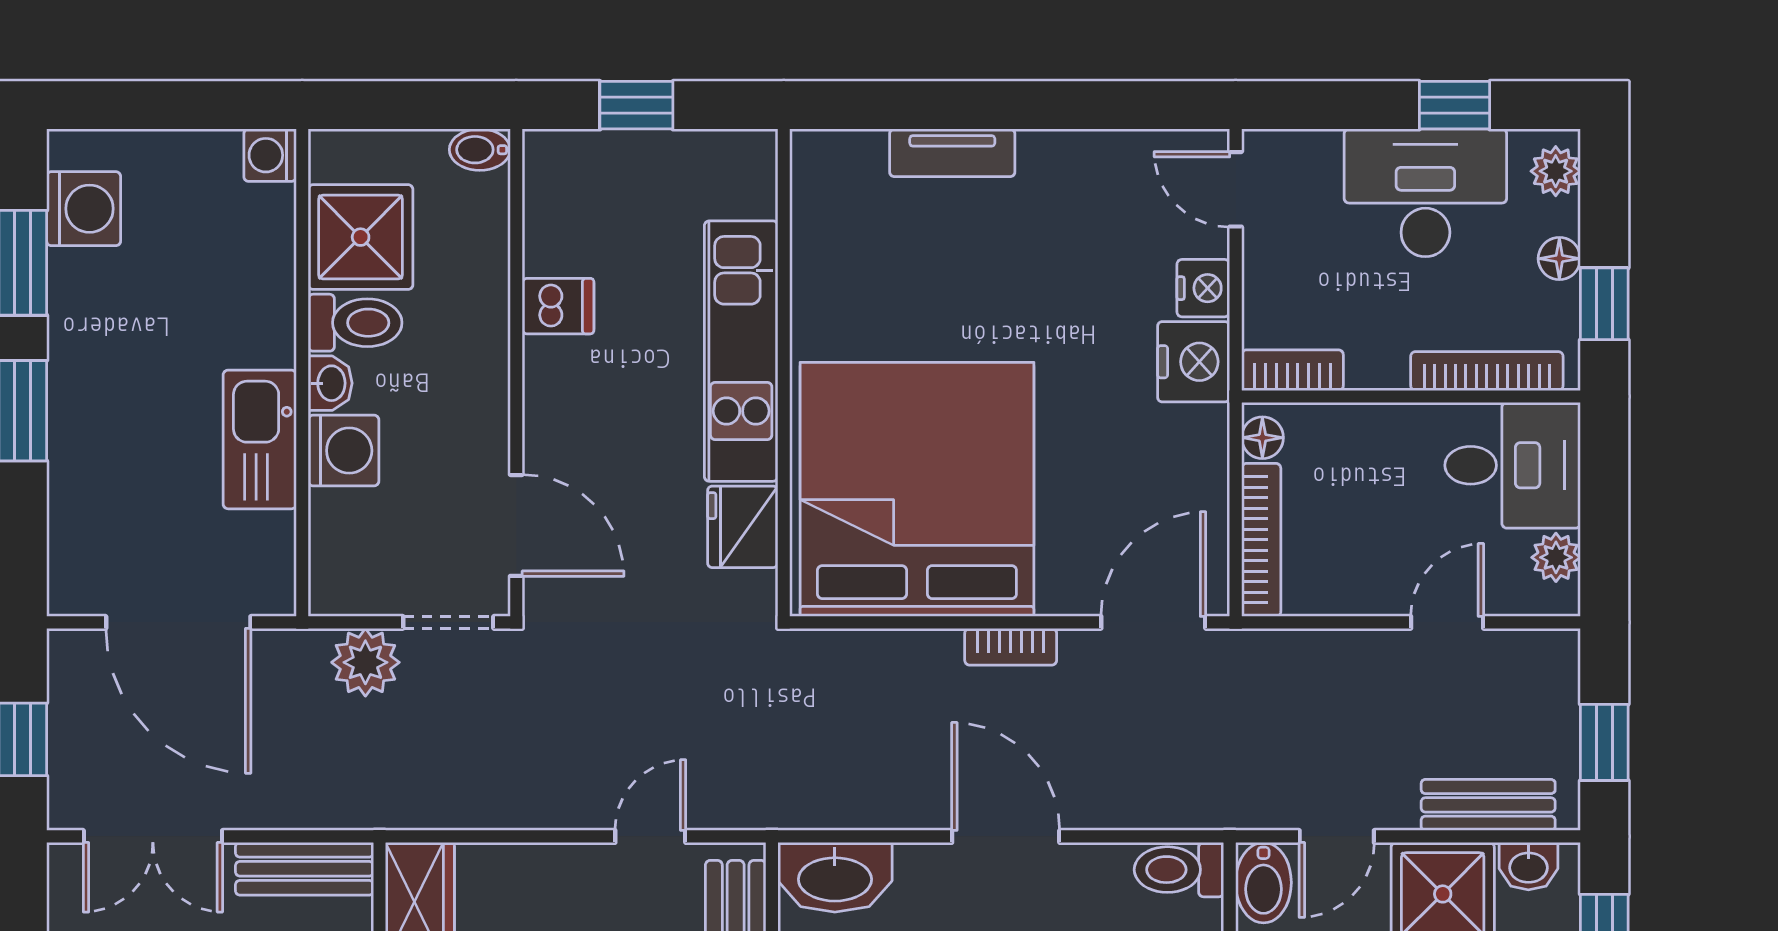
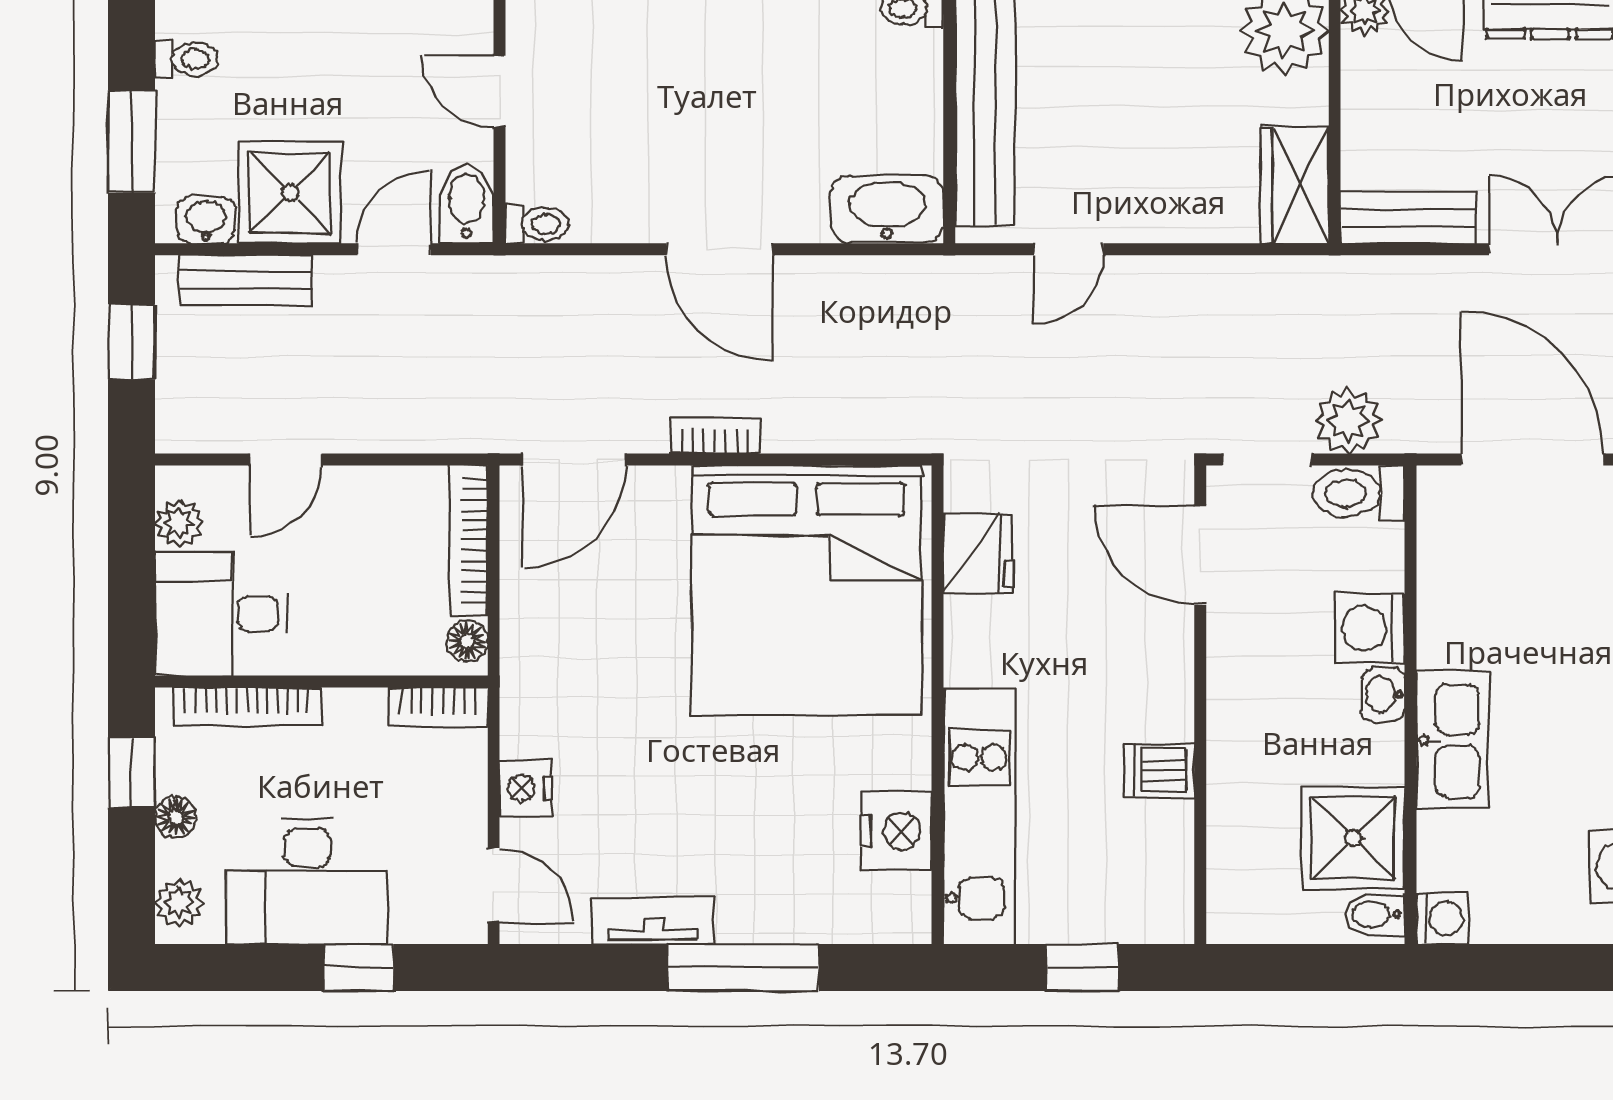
window: (982, 105) -> (743, 968), added
window: (1455, 105) -> (359, 968), moved
bidet: (480, 150) -> (1375, 915), moved, turned 180
tv unit: (952, 153) -> (653, 921), moved
toilet: (355, 323) -> (1359, 493), moved
kitchen unit: (741, 351) -> (979, 816), moved
nightstand: (1194, 362) -> (896, 831), moved, turned 180
kitchen sink: (260, 439) -> (1452, 741), moved
toilet: (1179, 870) -> (537, 224), width x0.73, depth x0.72

